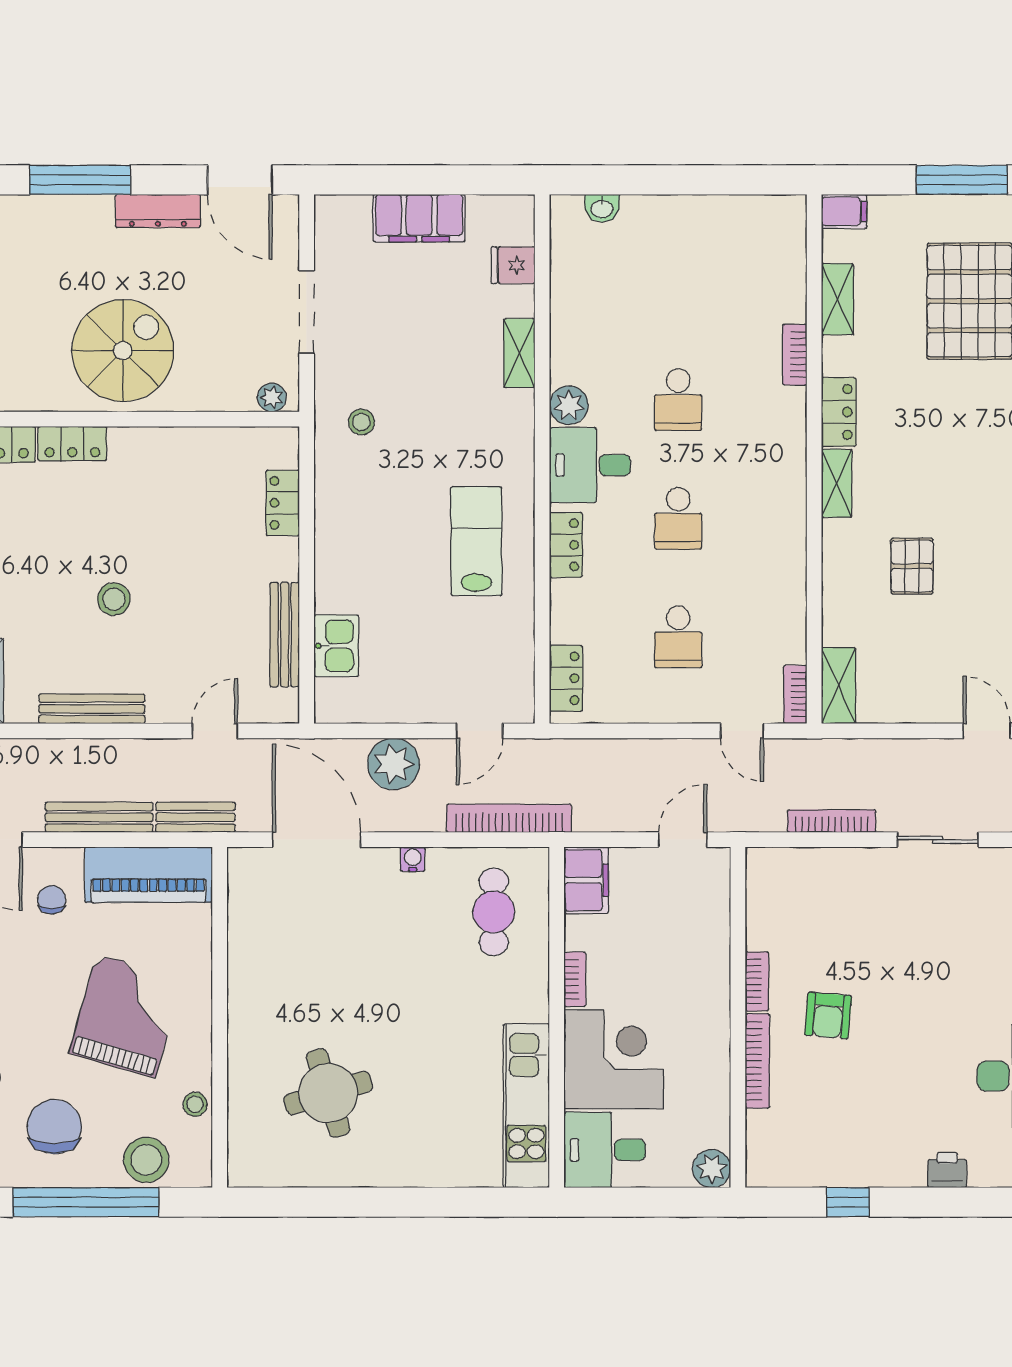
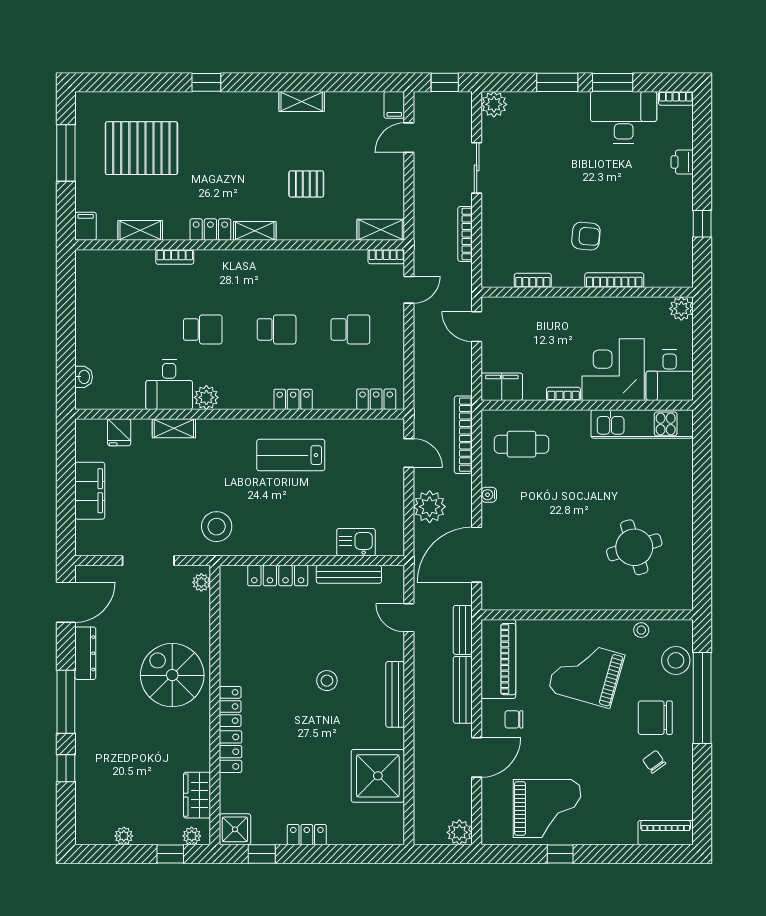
stool: (361, 422) -> (217, 527), width x1.89, depth x1.89
desk: (590, 465) -> (169, 384), moved
locker: (283, 503) -> (278, 576), width x1.53
bookcase: (757, 981) -> (533, 280), moved

